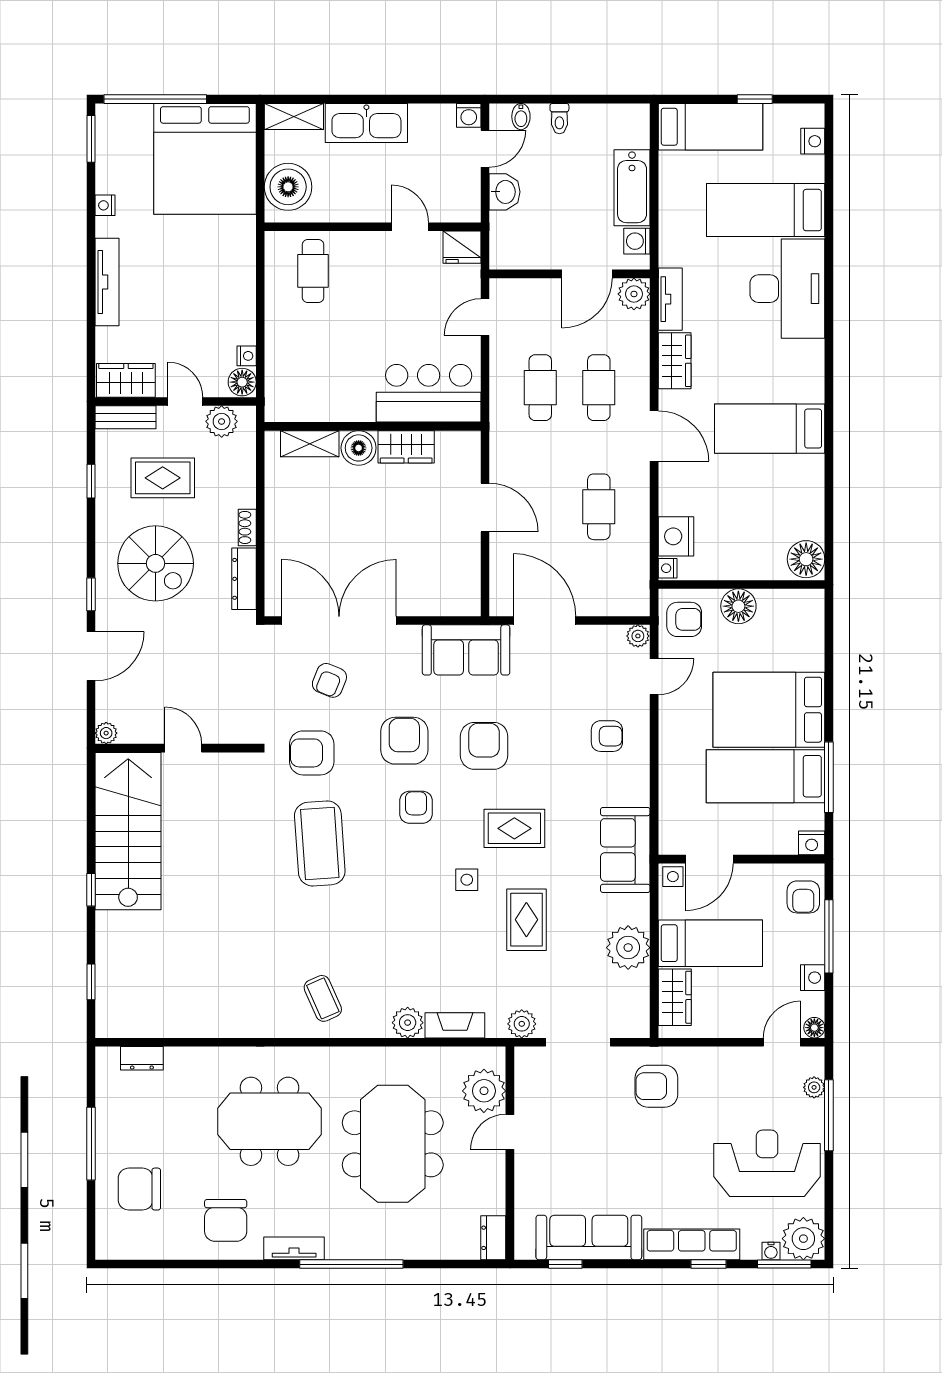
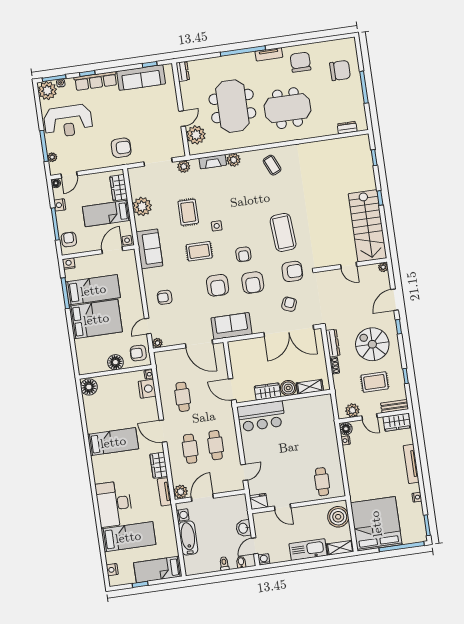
bar counter: (429, 393) -> (261, 416), moved
wall: (373, 426) -> (283, 398), moved
shelving: (310, 444) -> (310, 387), moved
wardrobe: (406, 447) -> (268, 391), moved
boiler: (359, 448) -> (288, 388), moved

